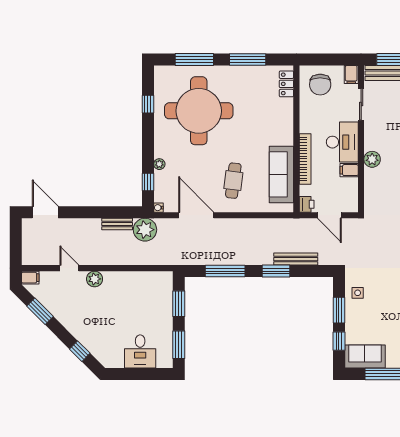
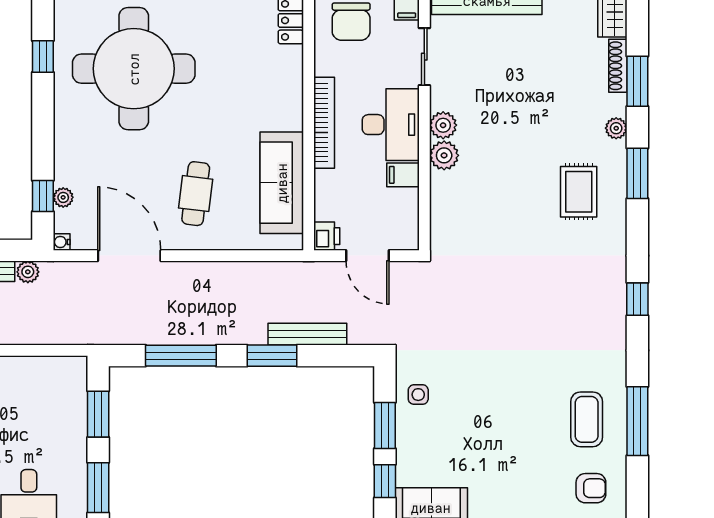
plant: (372, 142) -> (443, 125), added
bookcase: (305, 159) -> (324, 123), moved
plant: (159, 164) -> (63, 197), moved
plant: (145, 230) -> (28, 272), width x0.53, depth x0.53

